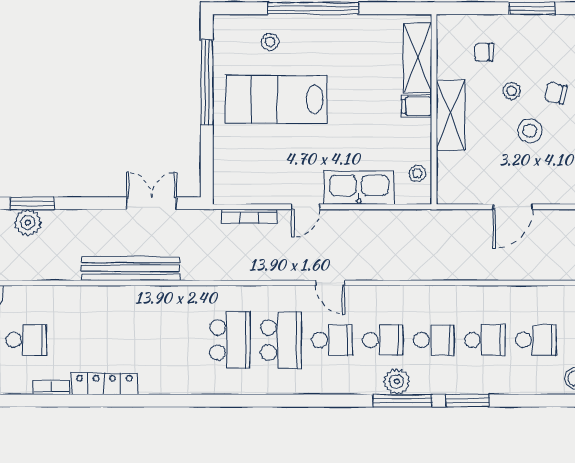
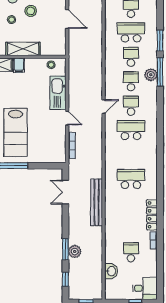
school desk: (230, 340) -> (131, 179), moved
school desk: (485, 340) -> (131, 32), width x1.85

